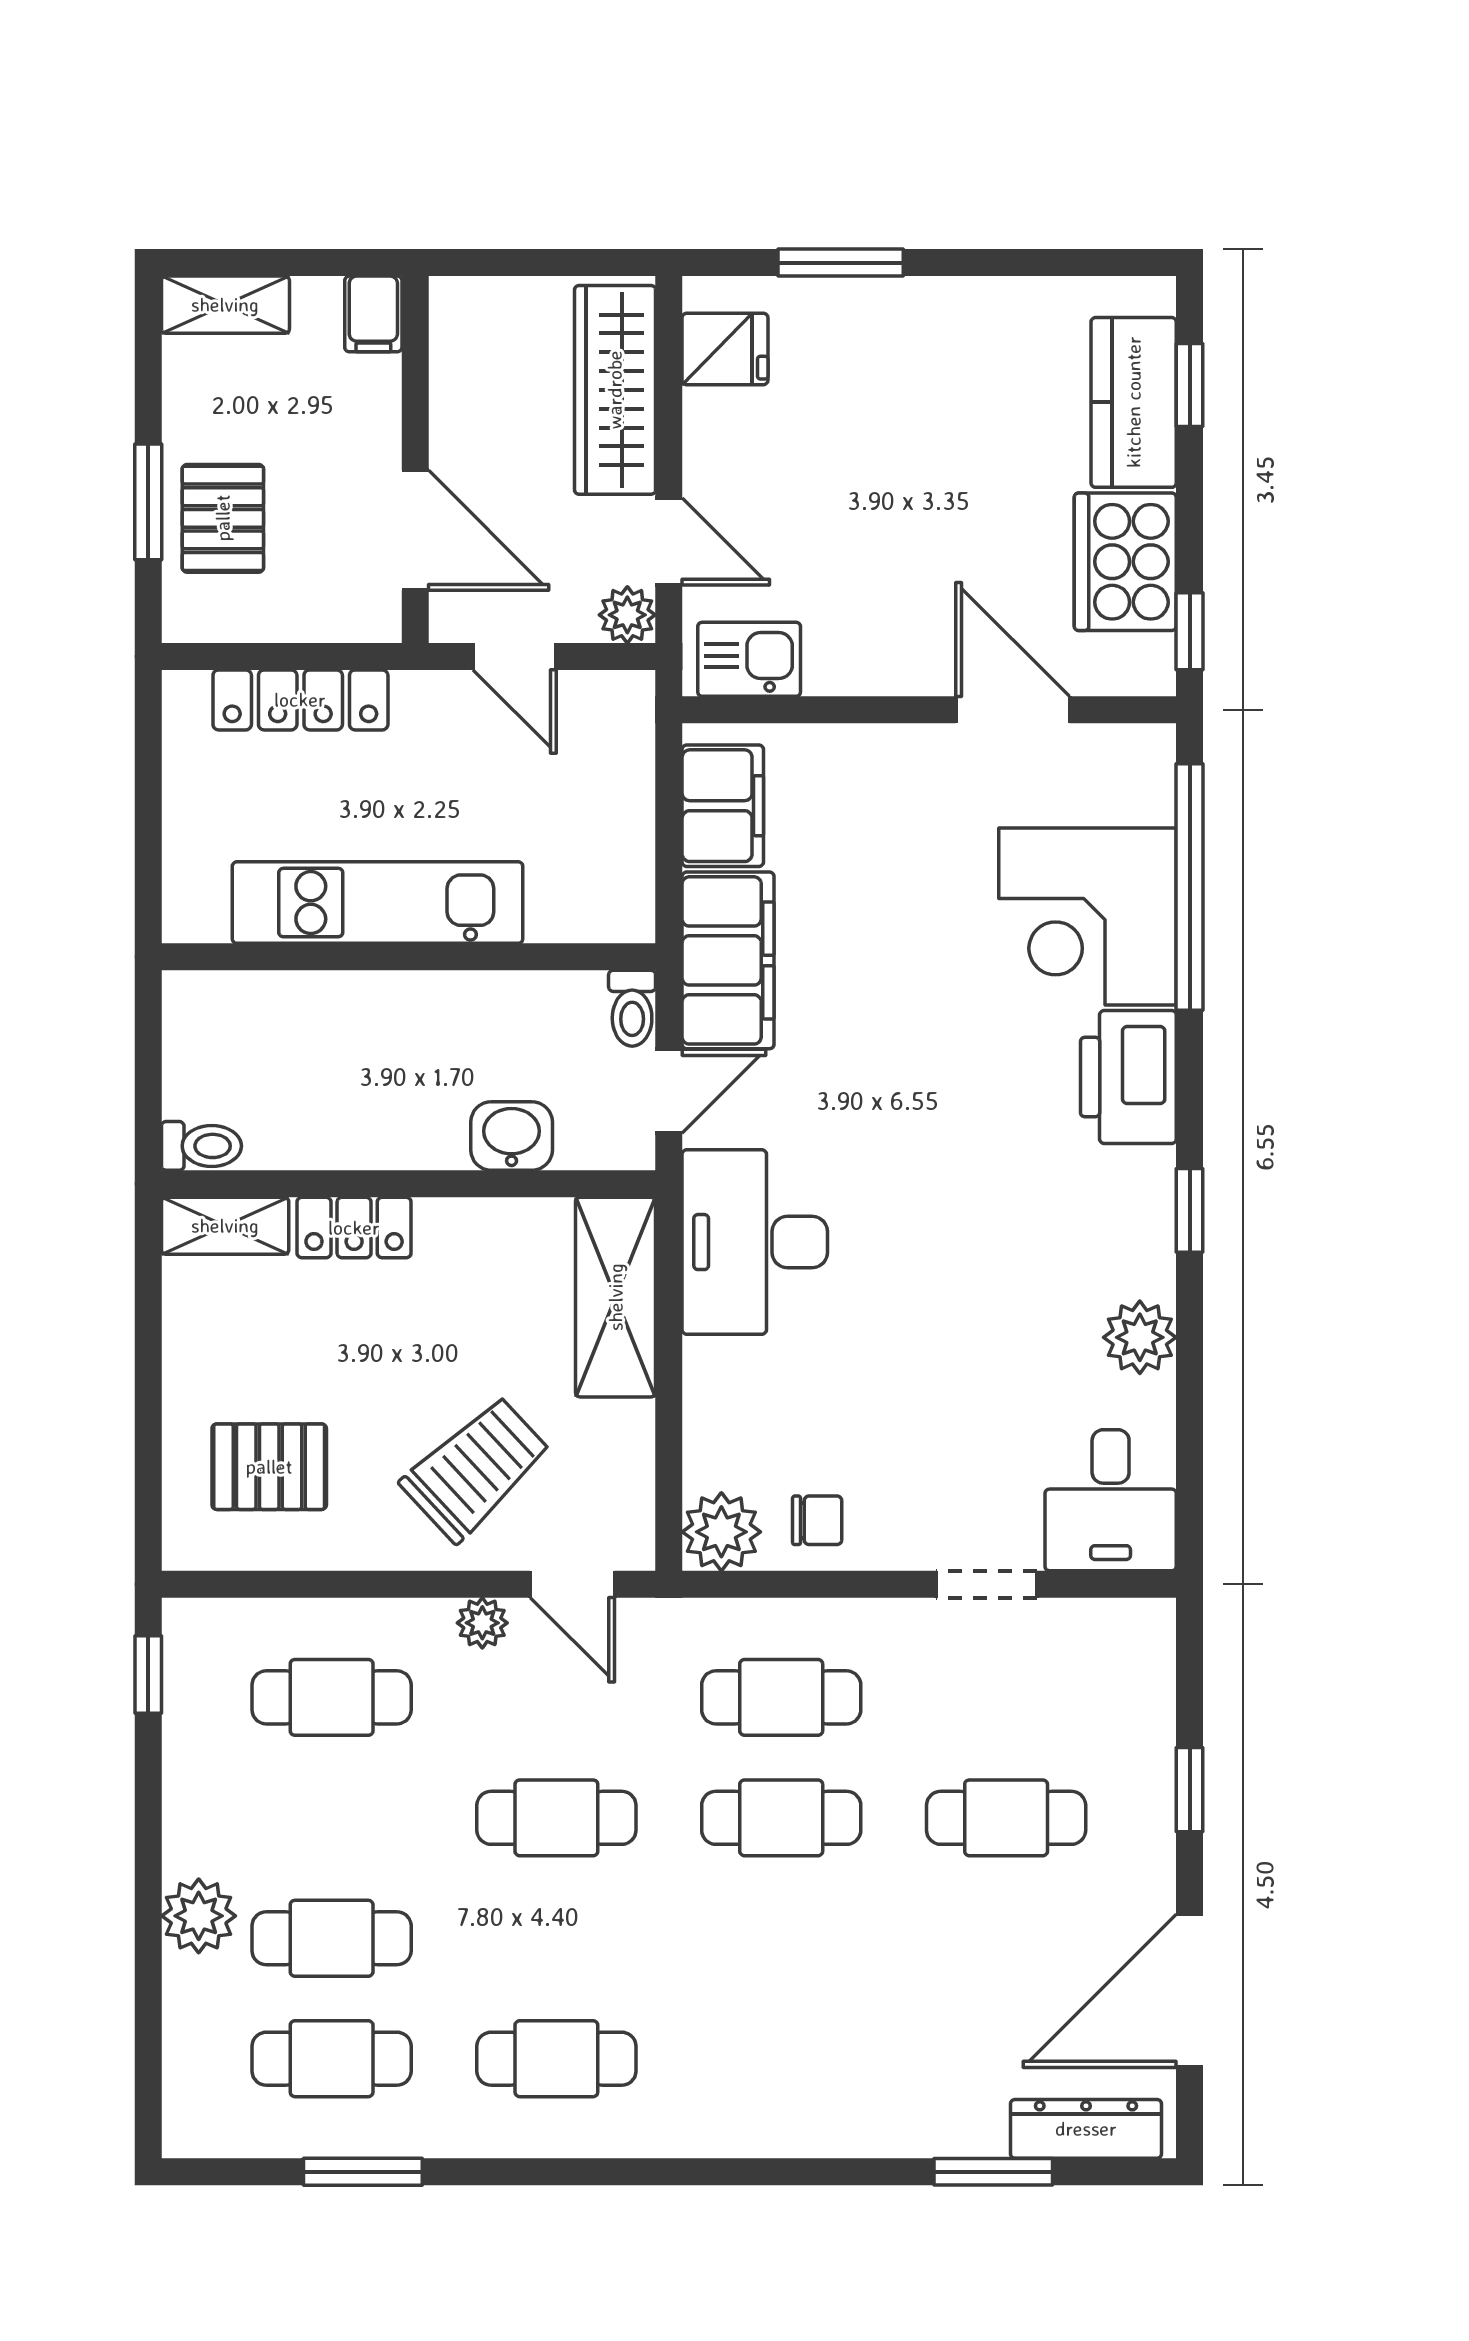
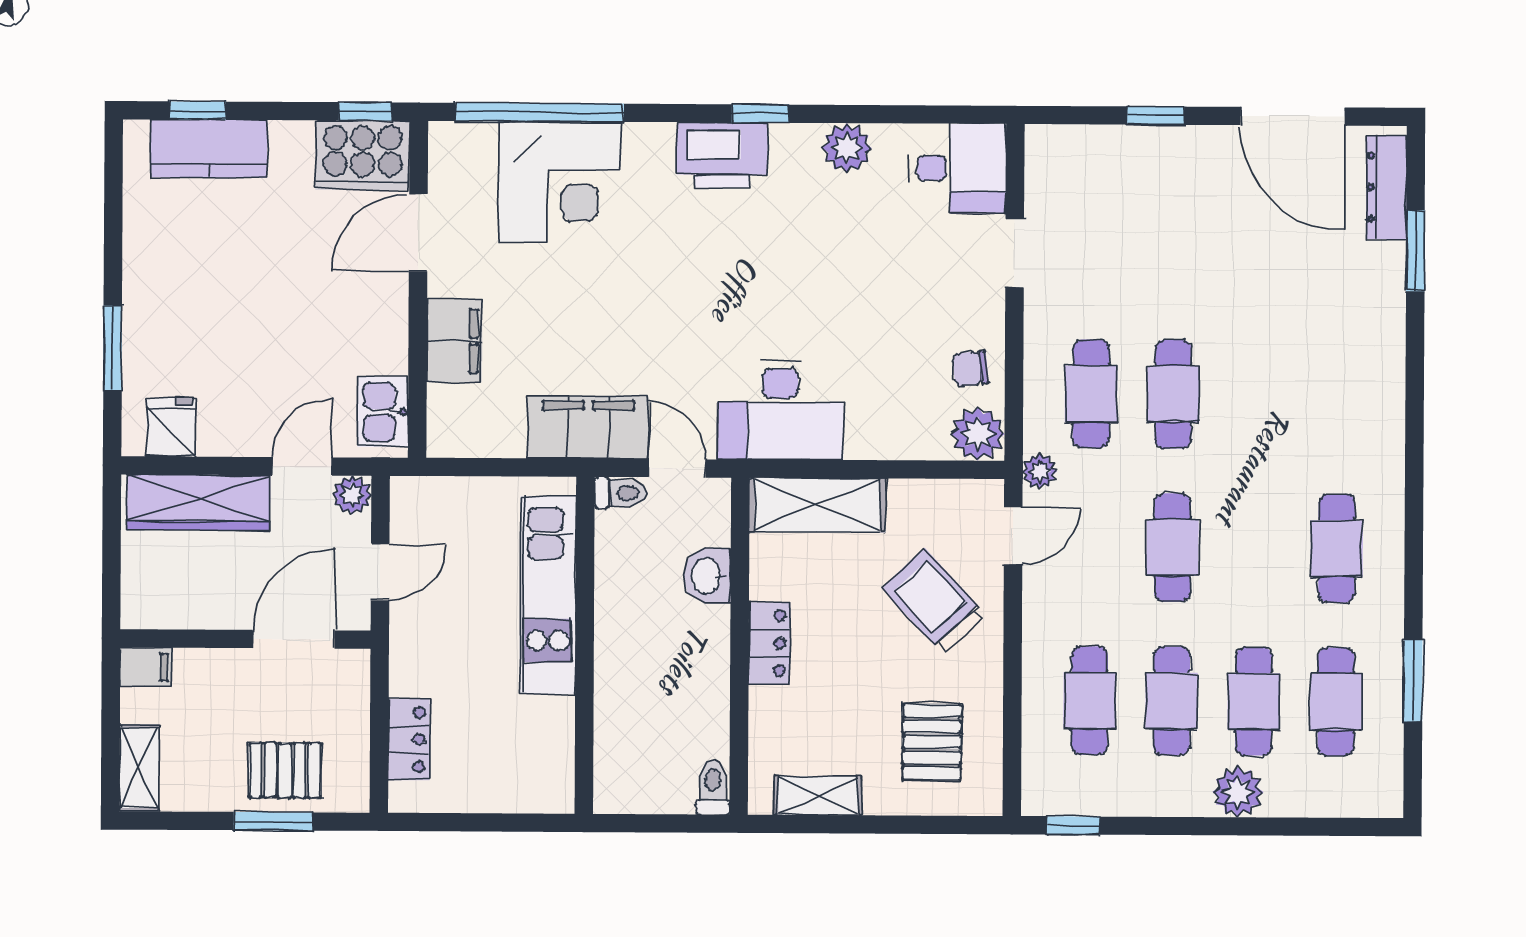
cooker: (1125, 562) -> (363, 155), moved
locker: (300, 700) -> (409, 740), width x0.66
filing cabinet: (723, 806) -> (455, 341), moved, turned 90
kitchen unit: (378, 903) -> (548, 595), moved
printer: (1128, 1077) -> (722, 155), moved
shelving: (225, 1226) -> (818, 796), moved, turned 90
locker: (354, 1228) -> (769, 643), moved
chair: (817, 1520) -> (970, 369), turned -96
plant: (482, 1623) -> (1040, 471), moved
cafe table: (1006, 1818) -> (1172, 701), moved

